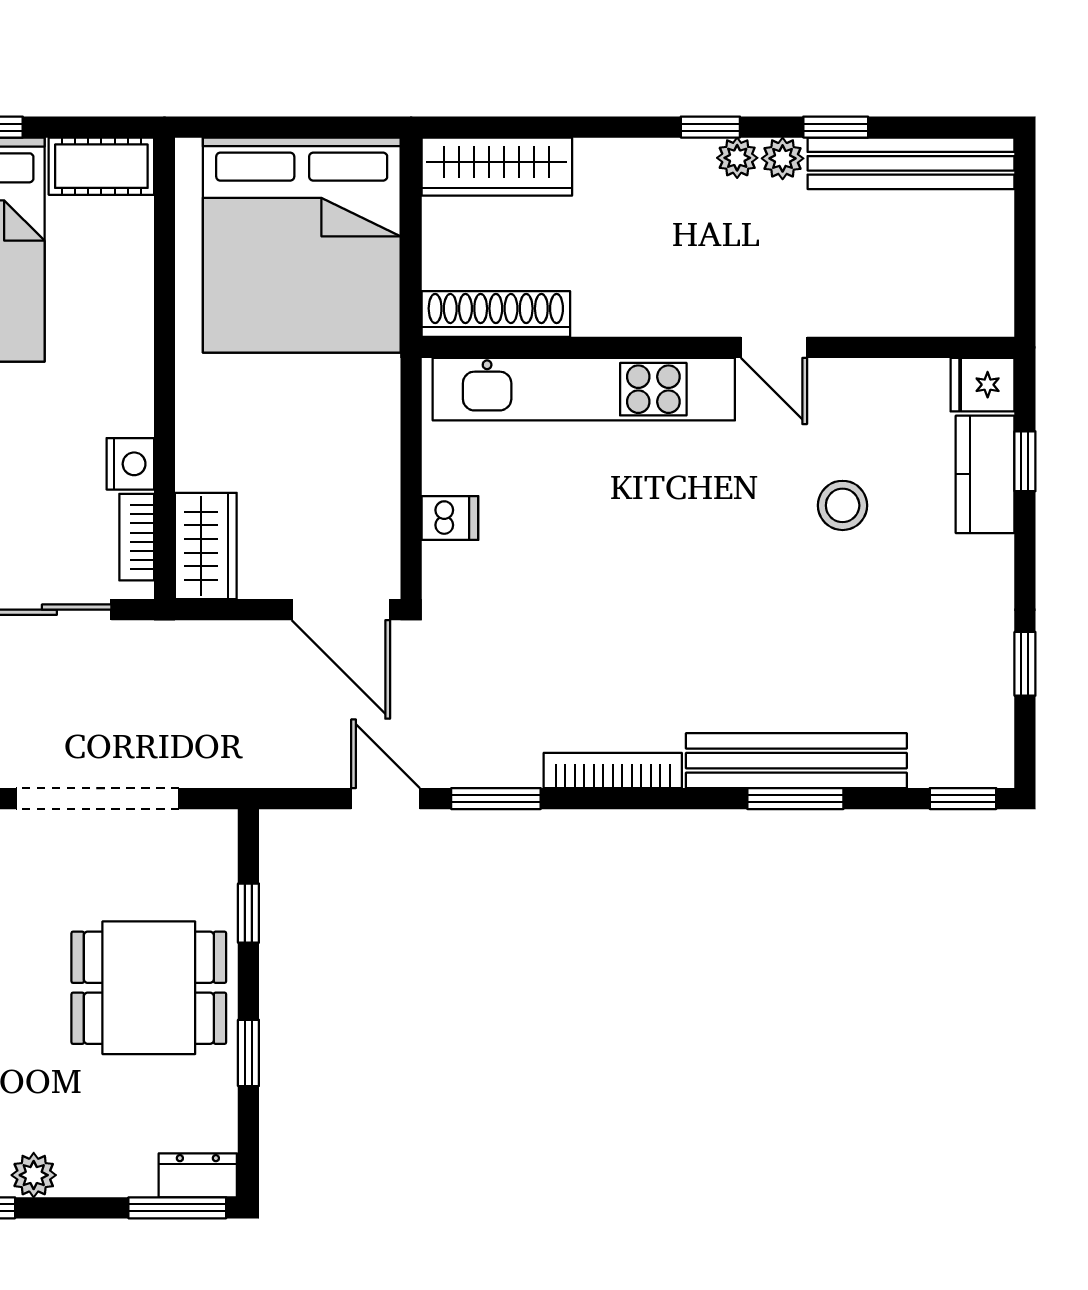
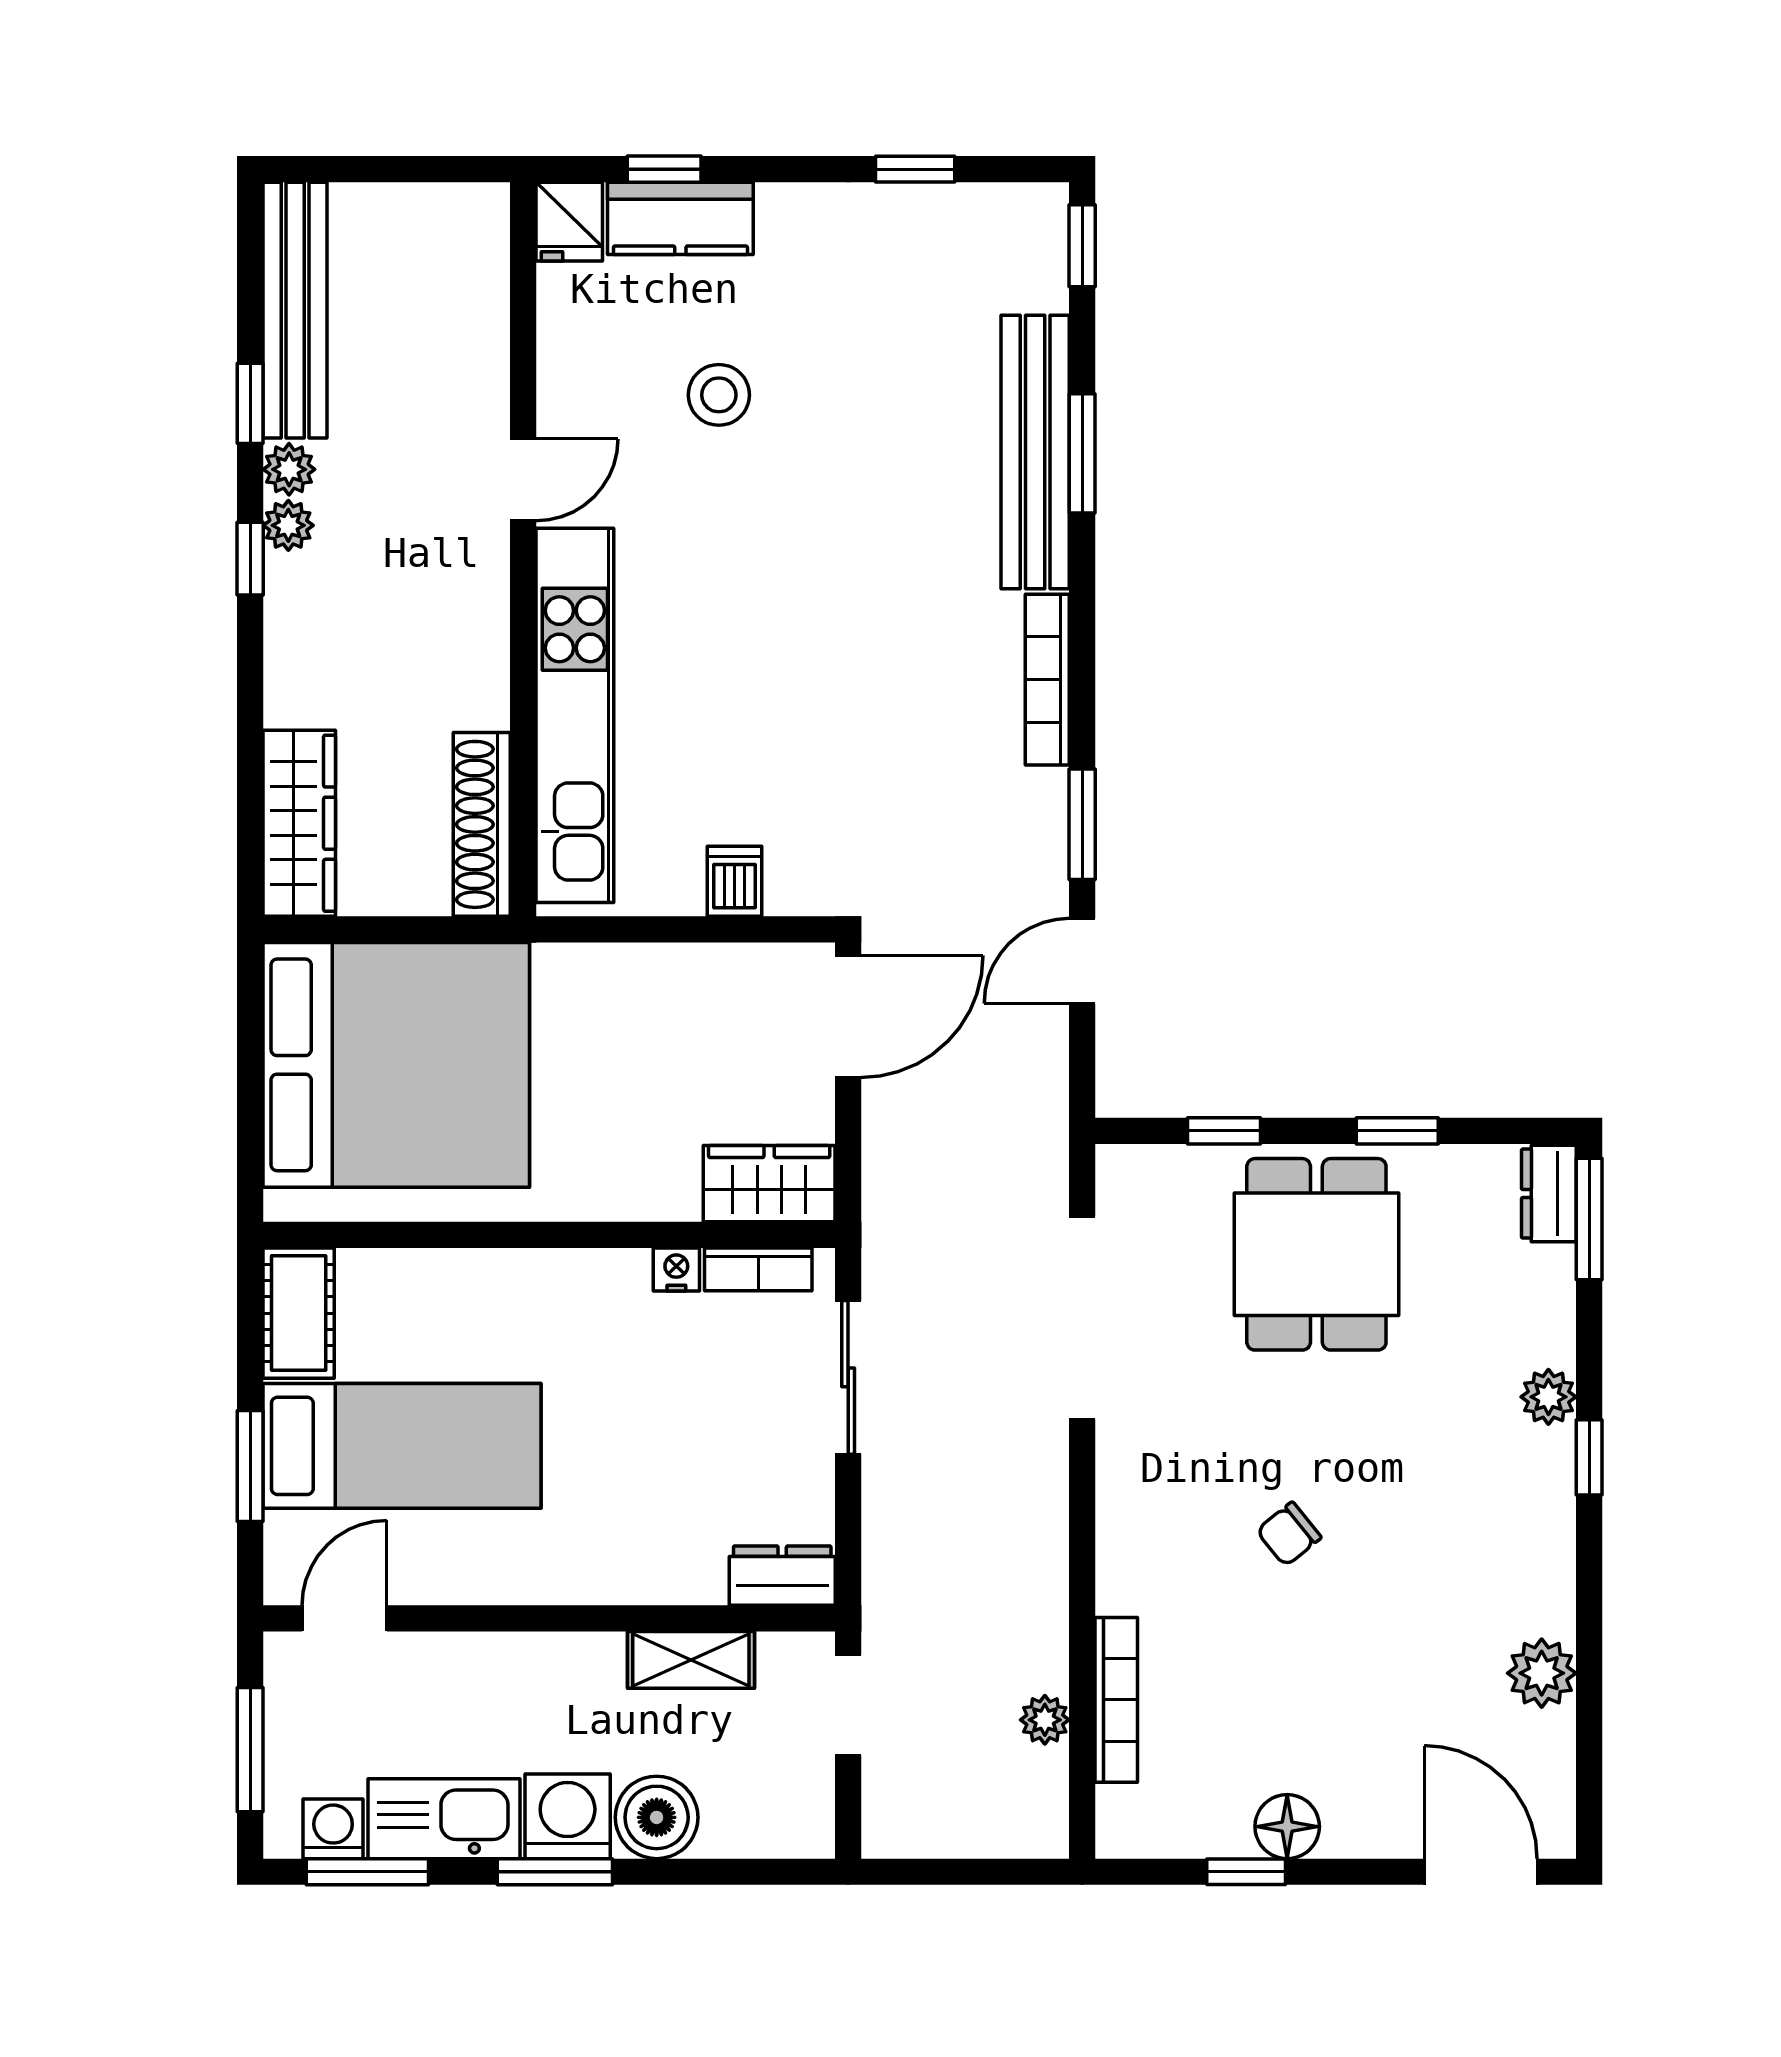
nightstand: (130, 464) -> (676, 1270), width x0.72, depth x0.74

